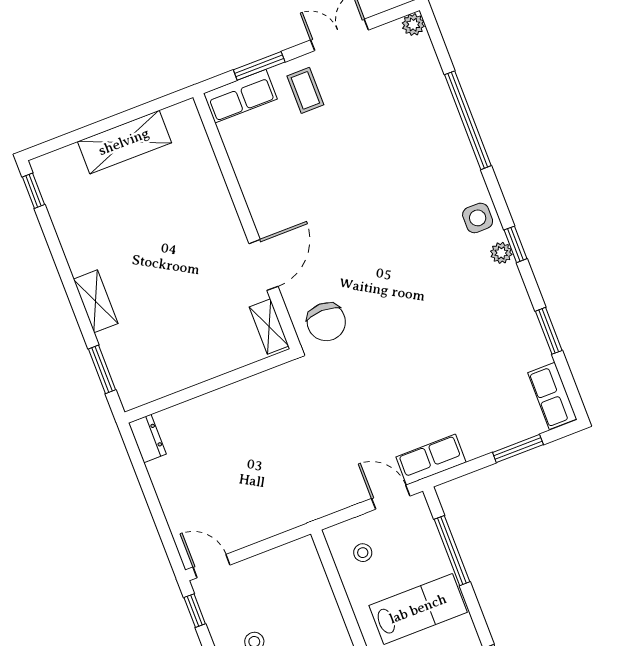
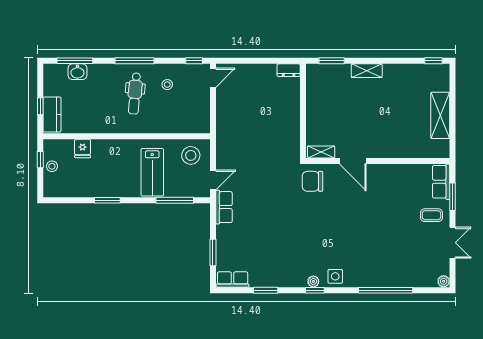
stool: (363, 553) -> (191, 155), width x1.89, depth x1.89

